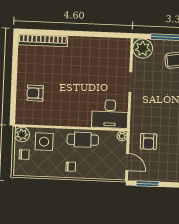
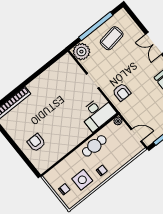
armchair: (35, 93) -> (36, 143), turned 90
plant: (22, 134) -> (51, 177), removed
armchair: (148, 141) -> (122, 92), moved
side table: (44, 142) -> (82, 180), moved

